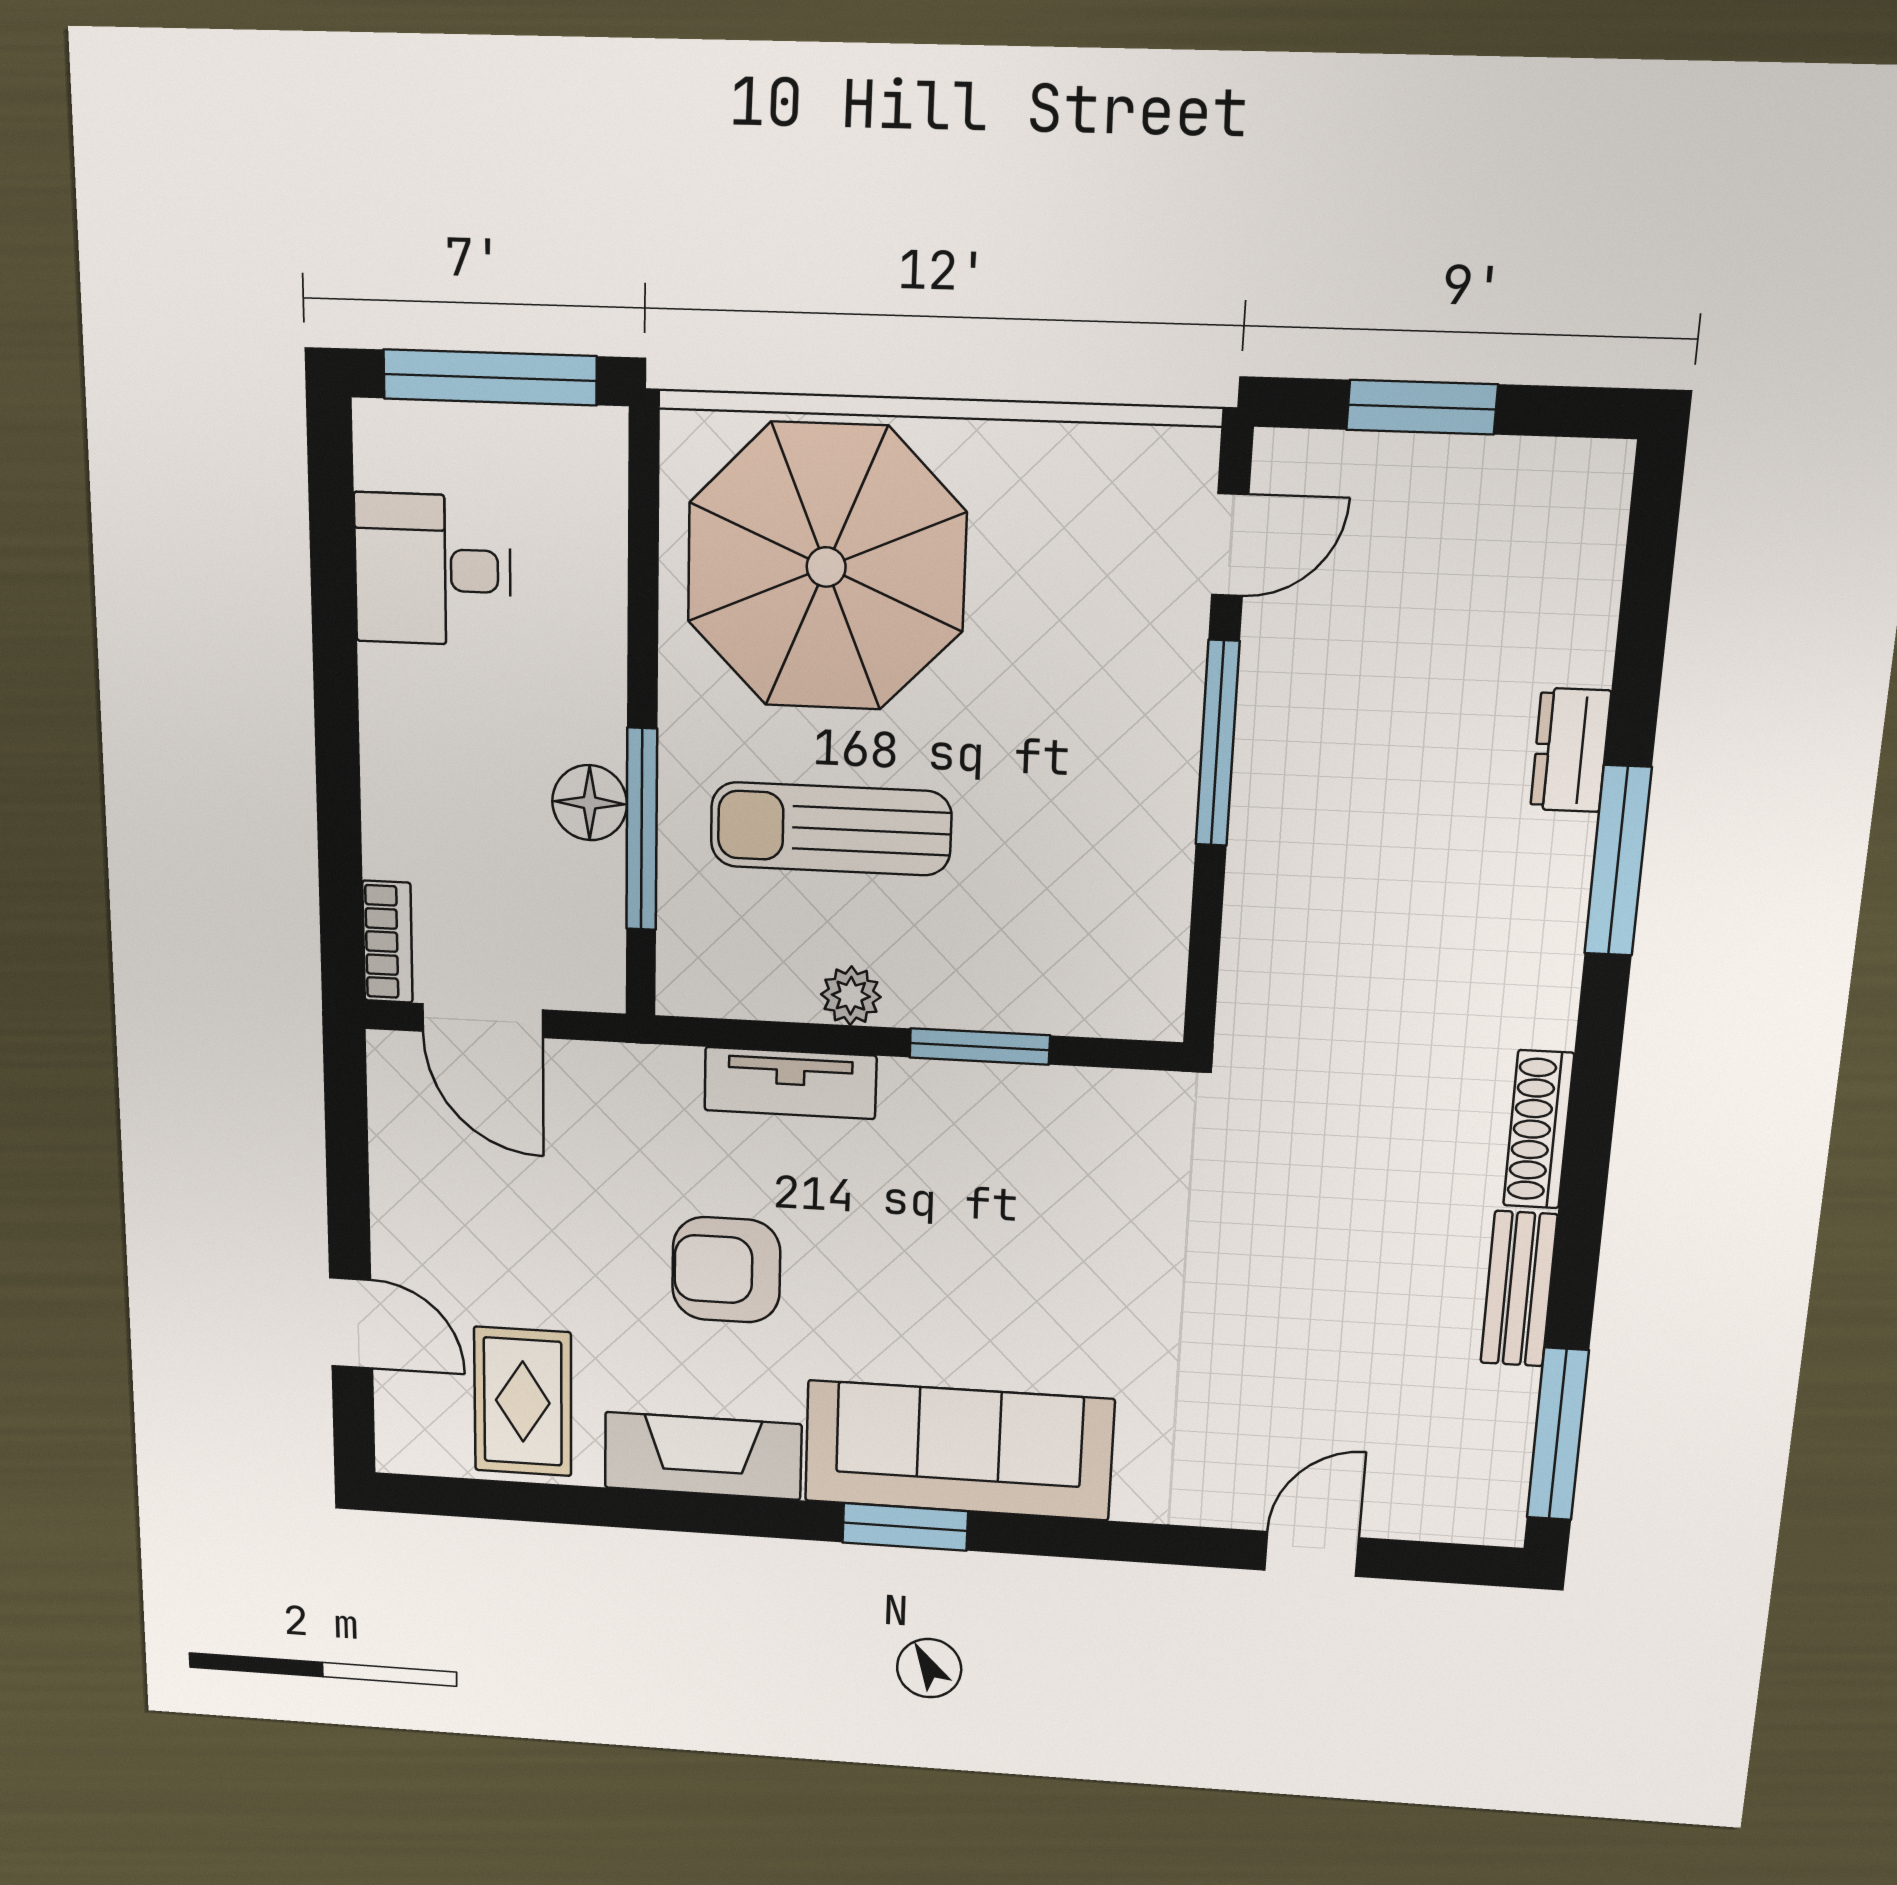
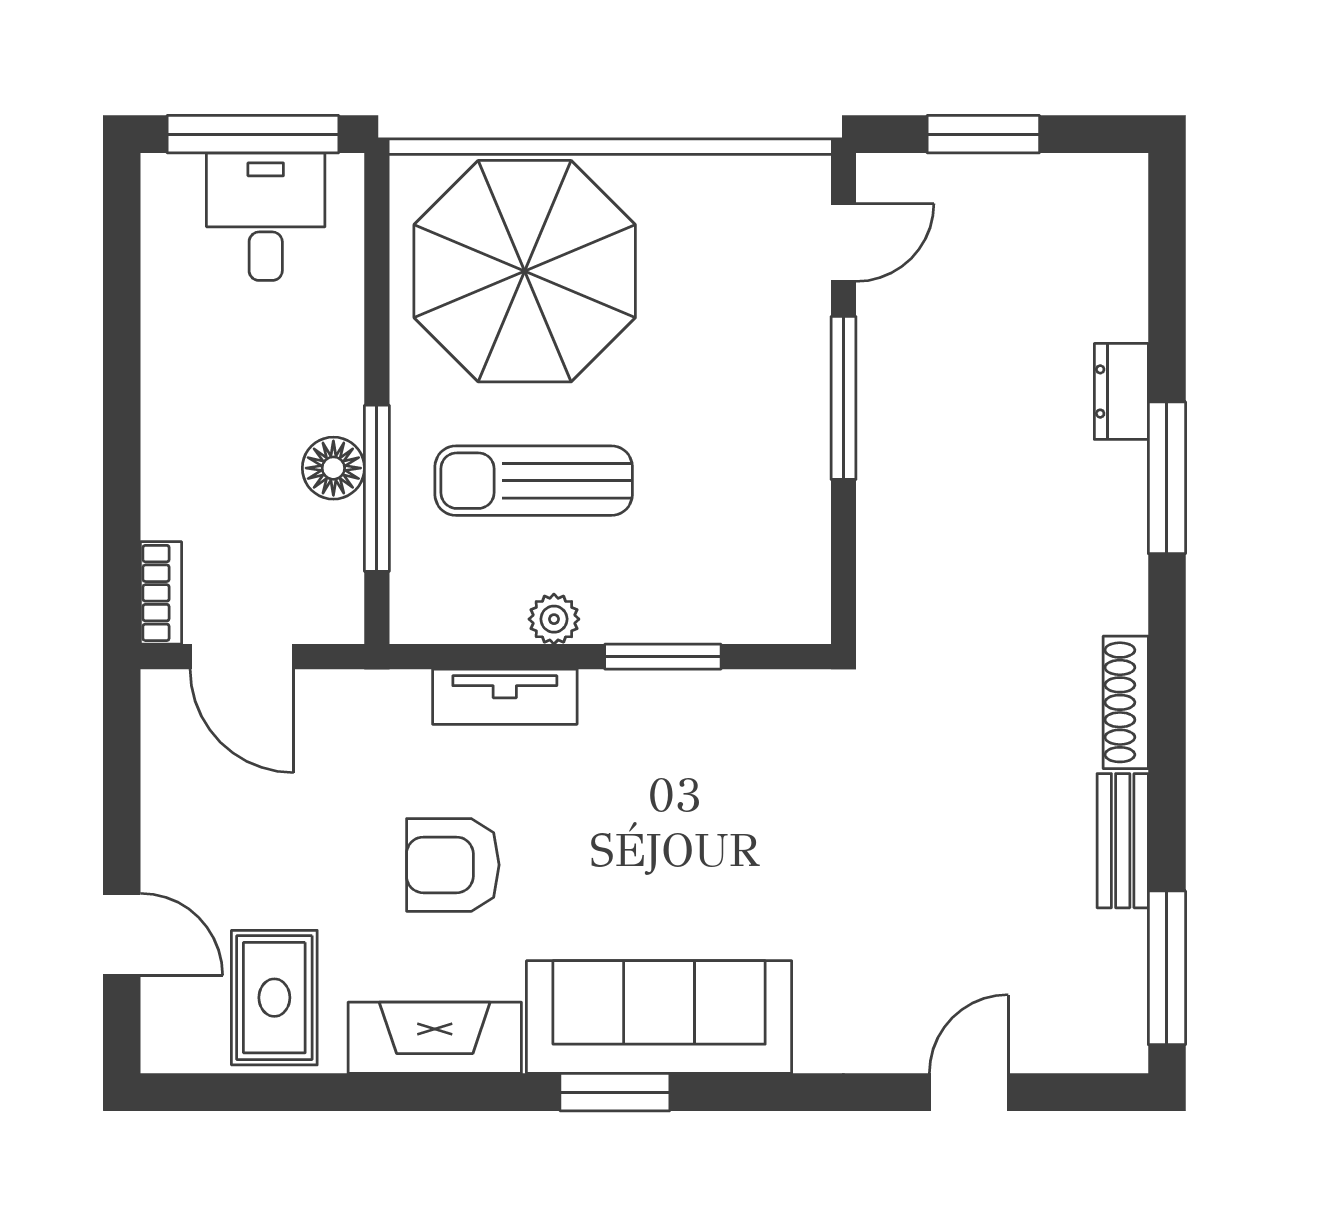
desk: (433, 570) -> (266, 217), moved, turned 90

